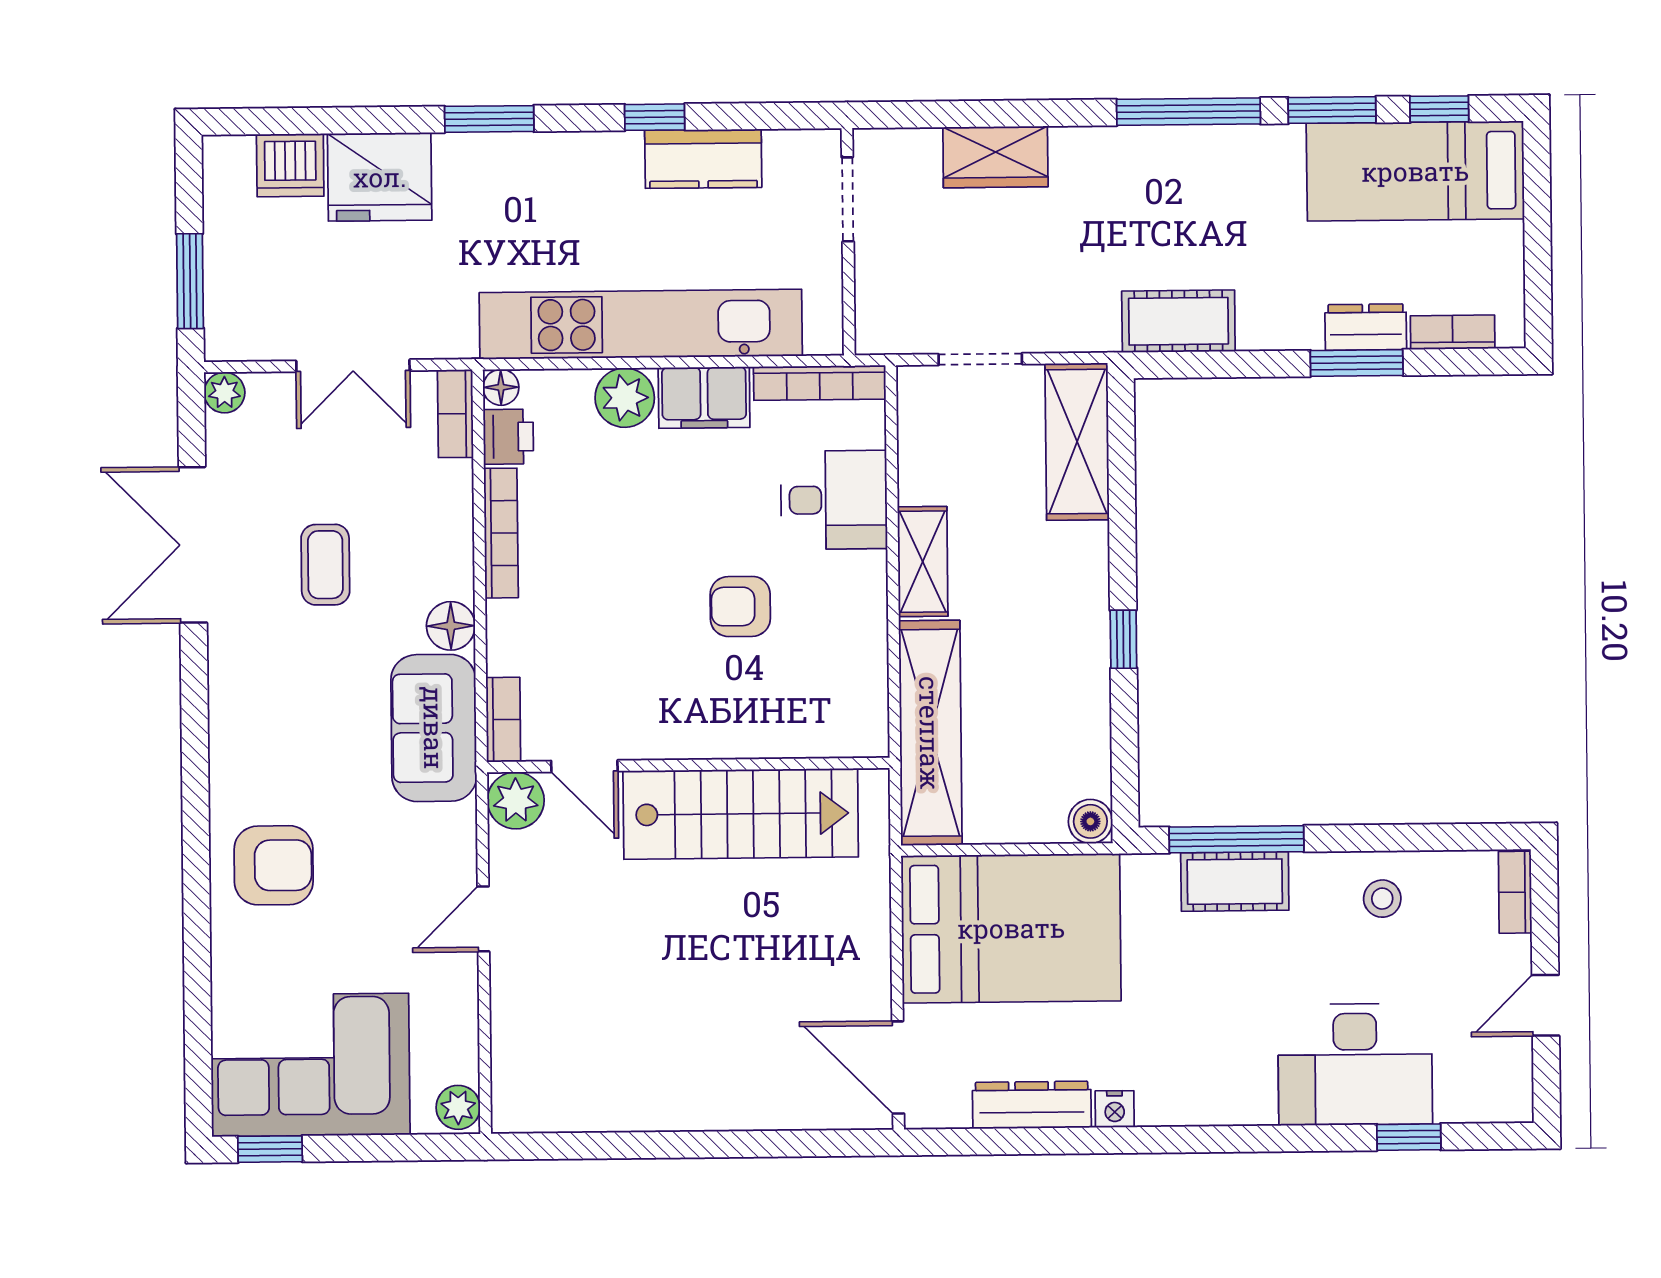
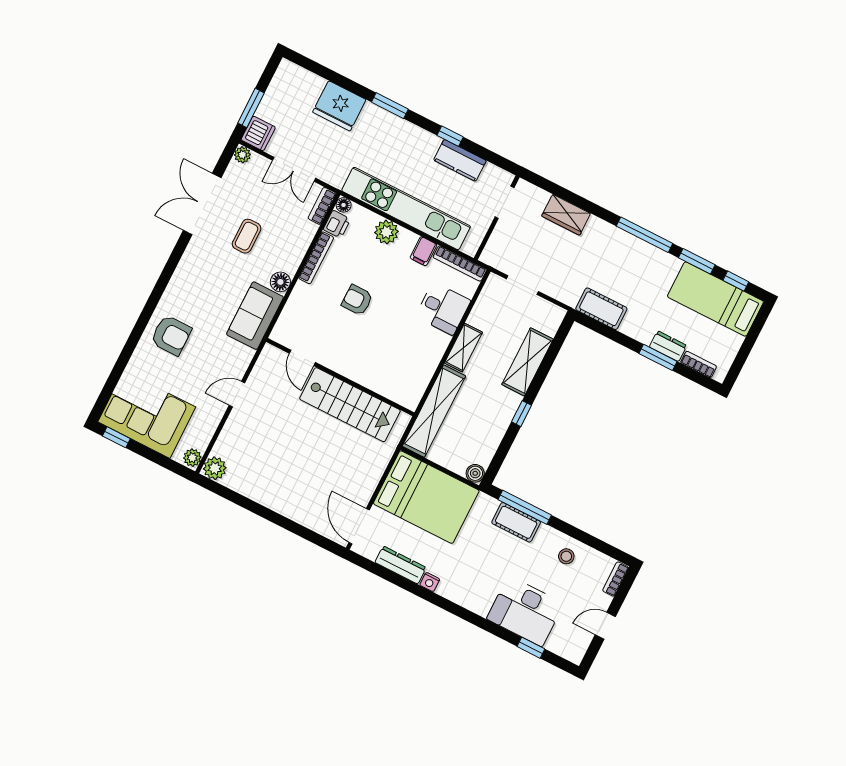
dishwasher: (290, 165) -> (258, 133), moved, turned -90
filing cabinet: (704, 398) -> (423, 251), width x0.50
shelving: (1077, 442) -> (527, 362), moved
armchair: (740, 606) -> (357, 300), moved
bookcase: (503, 720) -> (282, 326), removed
plant: (516, 800) -> (215, 468), moved

